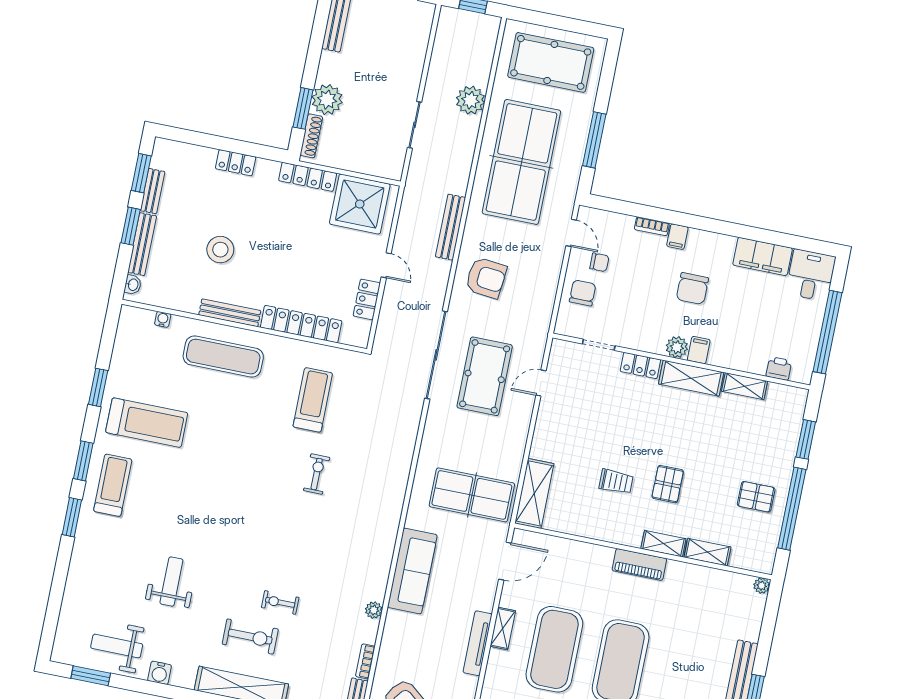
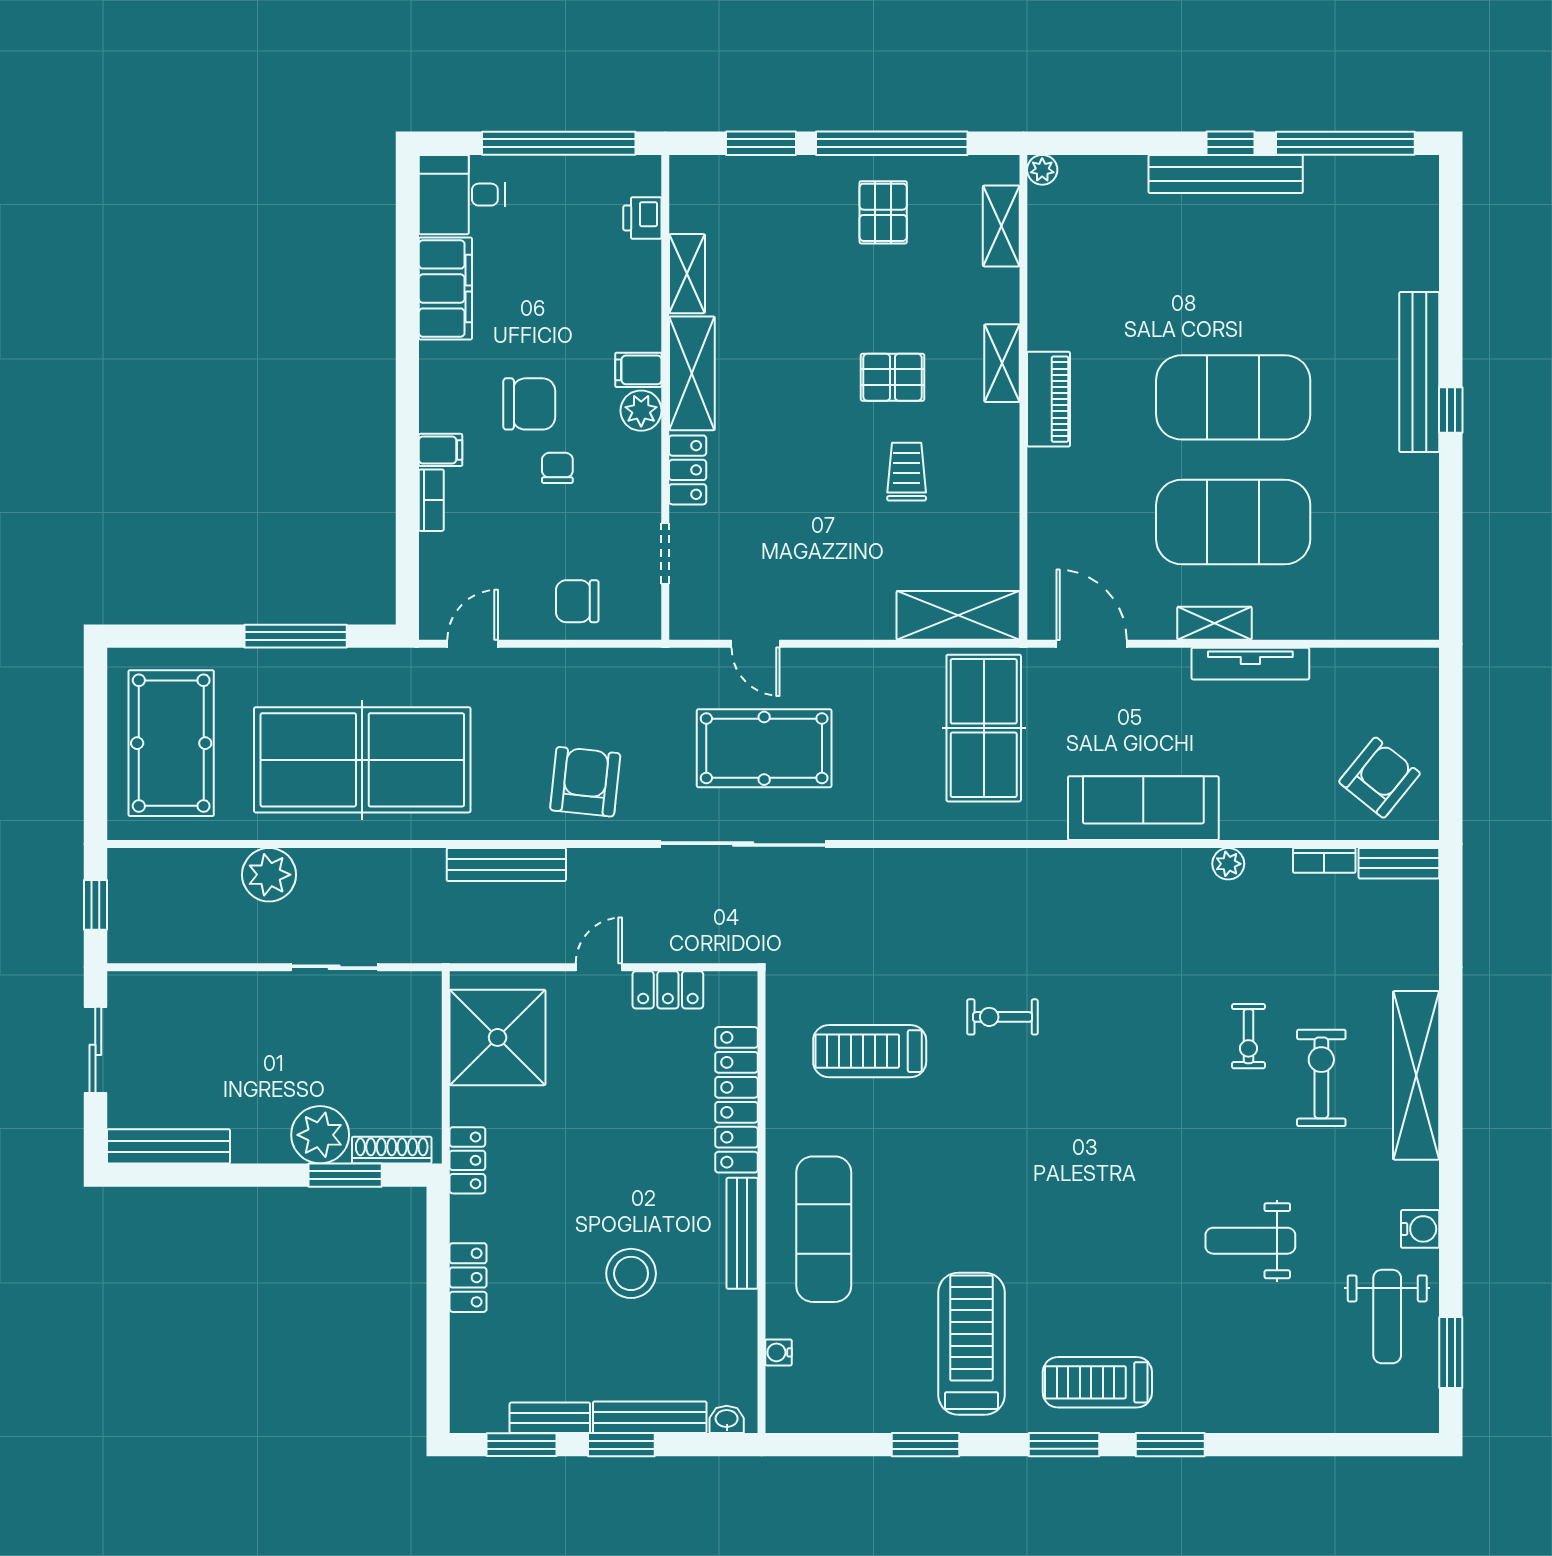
locker: (308, 177) -> (467, 1160), width x0.66
chair: (599, 262) -> (557, 468), moved
shelving: (707, 552) -> (1001, 226), moved

